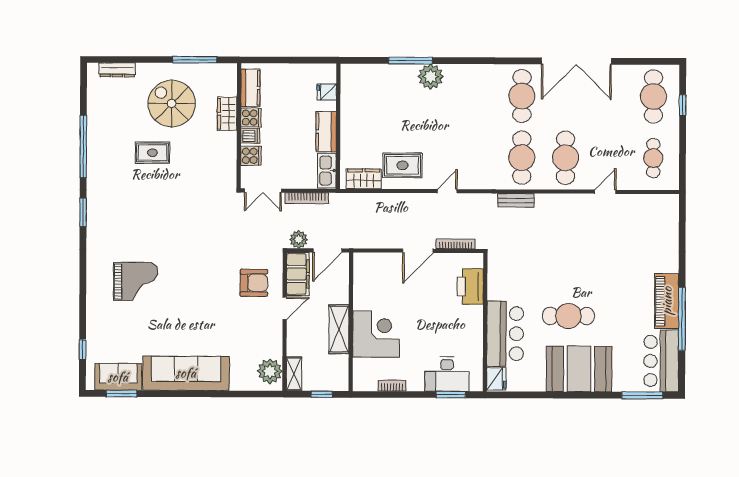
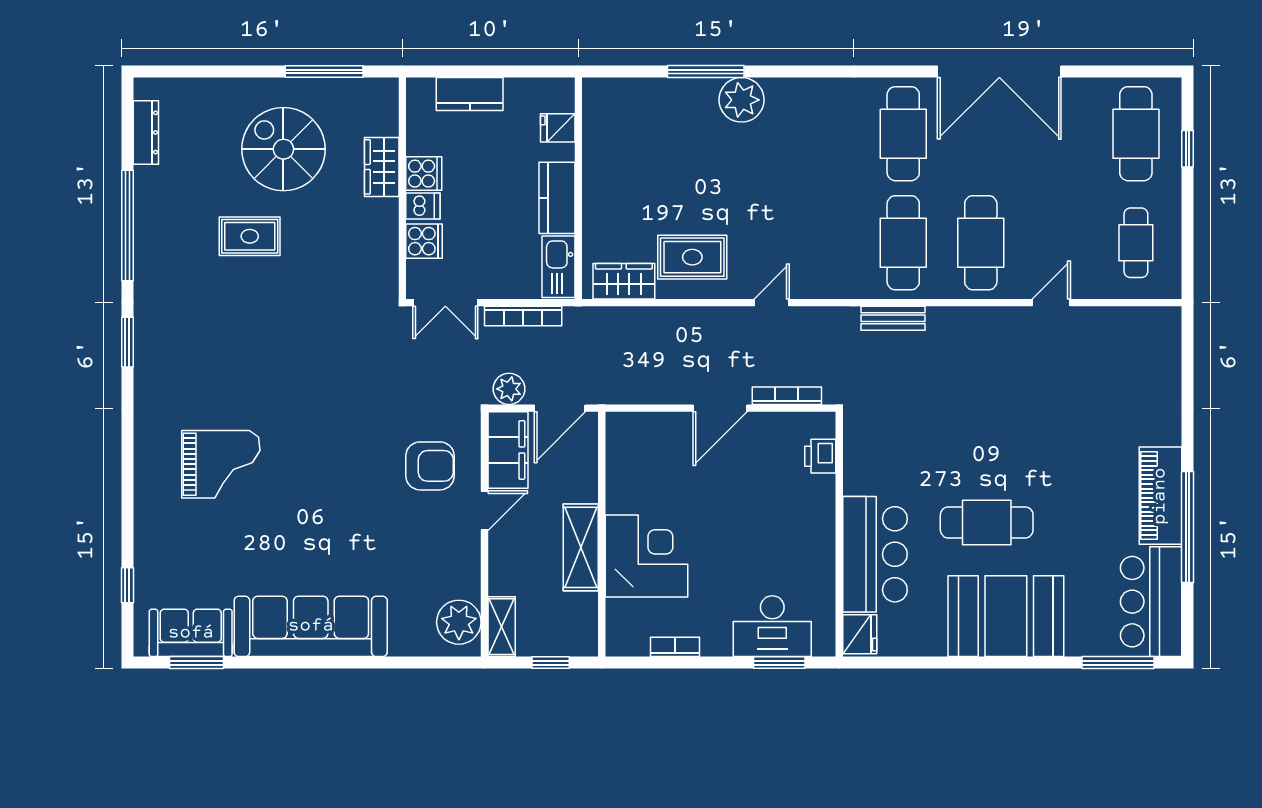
dresser: (117, 70) -> (146, 132), moved, turned -90
kitchen counter: (250, 88) -> (470, 94), moved, turned 90
printer: (470, 286) -> (820, 456), width x0.53, depth x0.68

